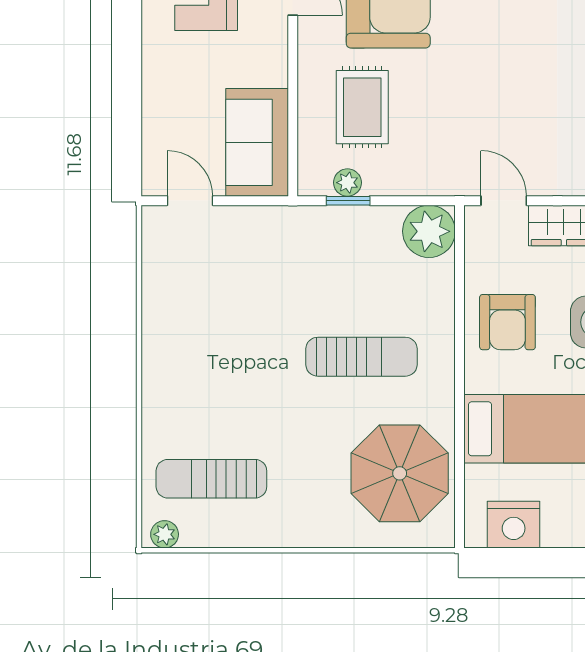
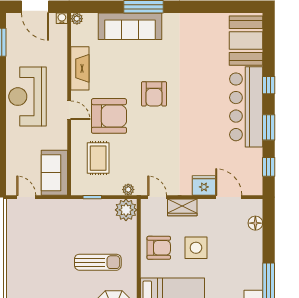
plant: (347, 183) -> (128, 190), moved
armchair: (507, 322) -> (159, 248), turned -90

